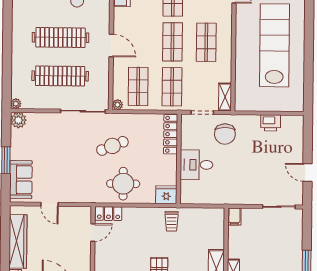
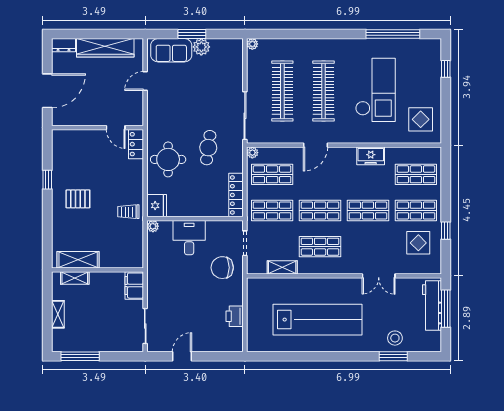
shelving: (225, 97) -> (282, 267), moved
plant: (18, 120) -> (201, 47), moved
locker: (171, 134) -> (236, 195), moved, turned -90
cafe table: (112, 146) -> (208, 148), turned 30
plant: (185, 199) -> (153, 226), added
filing cabinet: (234, 217) -> (134, 286), width x2.00

